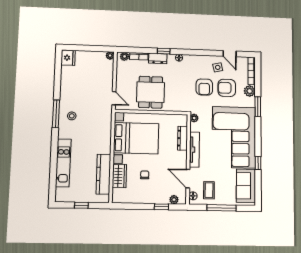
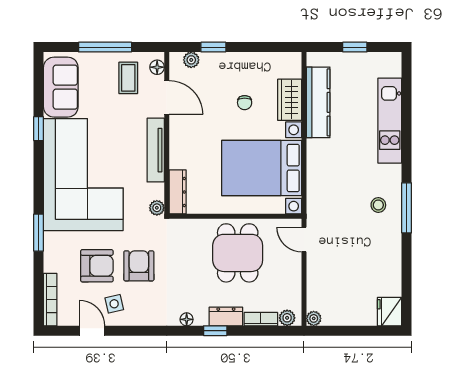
plant: (250, 91) -> (54, 261), removed
dresser: (183, 138) -> (178, 192), moved

